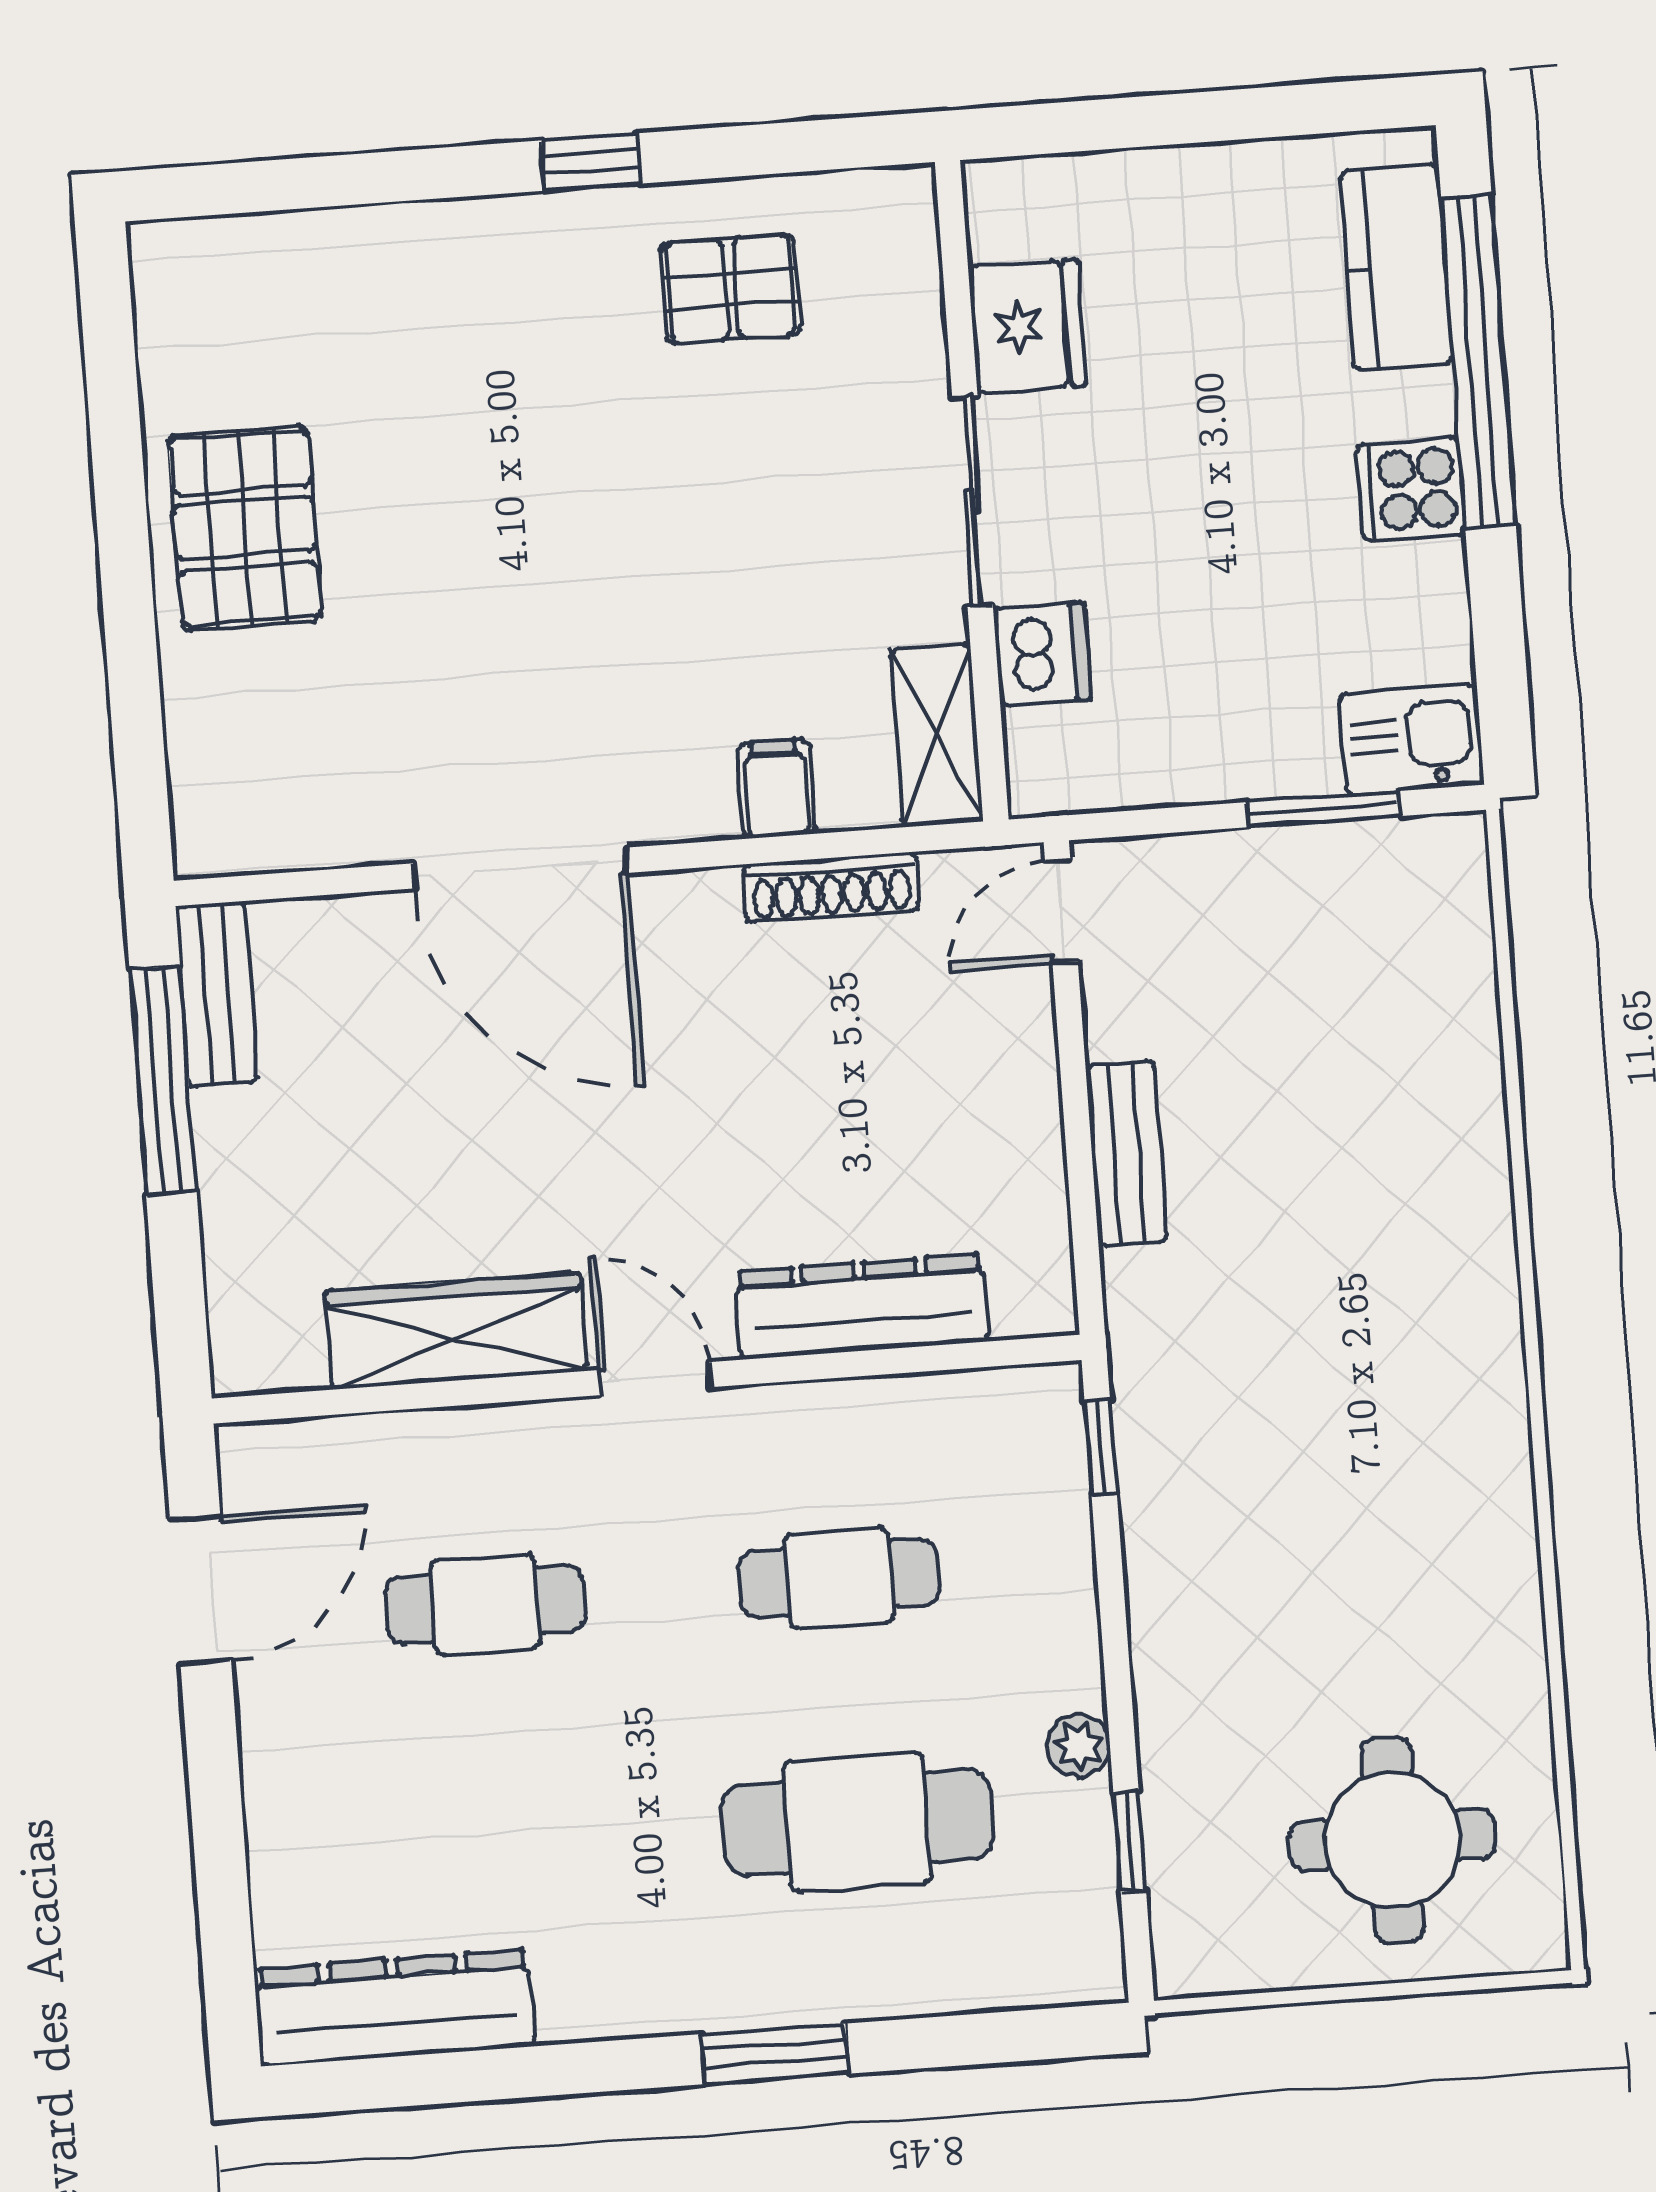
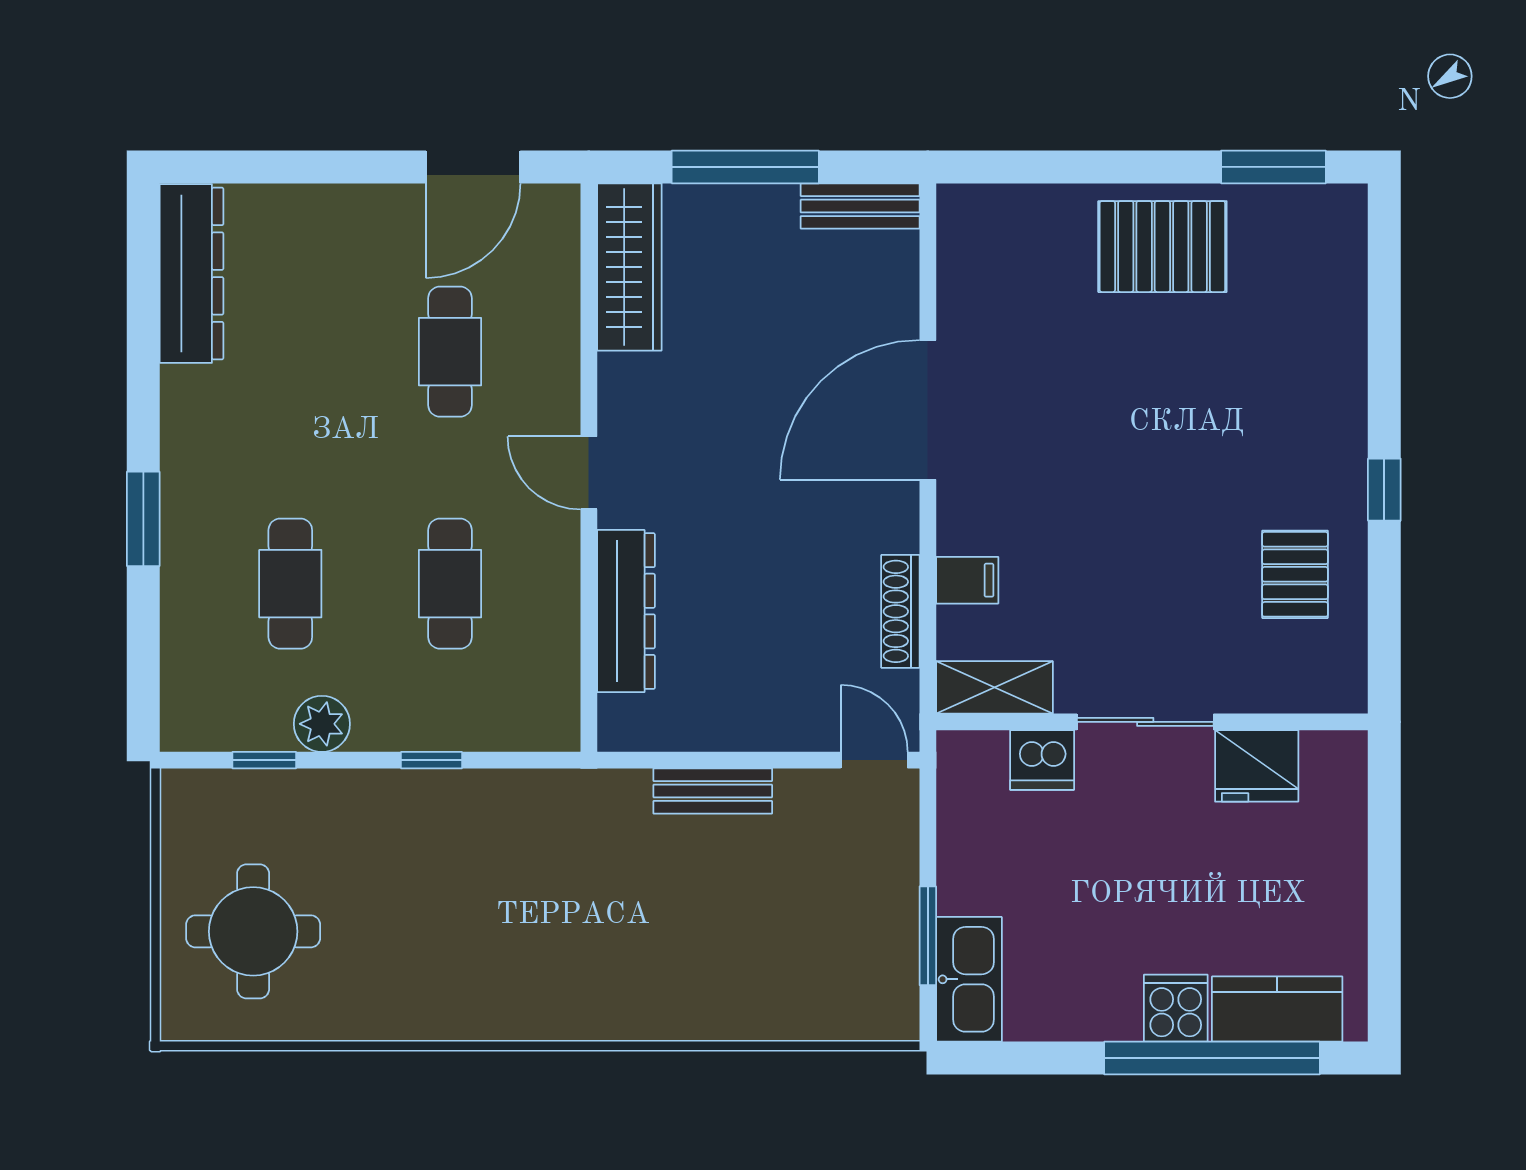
window: (111, 368) -> (1273, 167), added
cooker: (1411, 489) -> (1176, 1008), moved
kitchen sink: (1411, 740) -> (969, 979), width x1.38
window: (163, 1080) -> (745, 167), moved
wardrobe: (456, 1331) -> (629, 267), moved
door: (655, 1379) -> (589, 473), swing flipped
window: (1101, 1447) -> (432, 760), moved
door: (200, 1590) -> (473, 167), hinge flipped
plant: (1079, 1746) -> (322, 724), width x1.38, depth x1.38
cafe table: (857, 1822) -> (290, 584), width x0.73, depth x0.74

